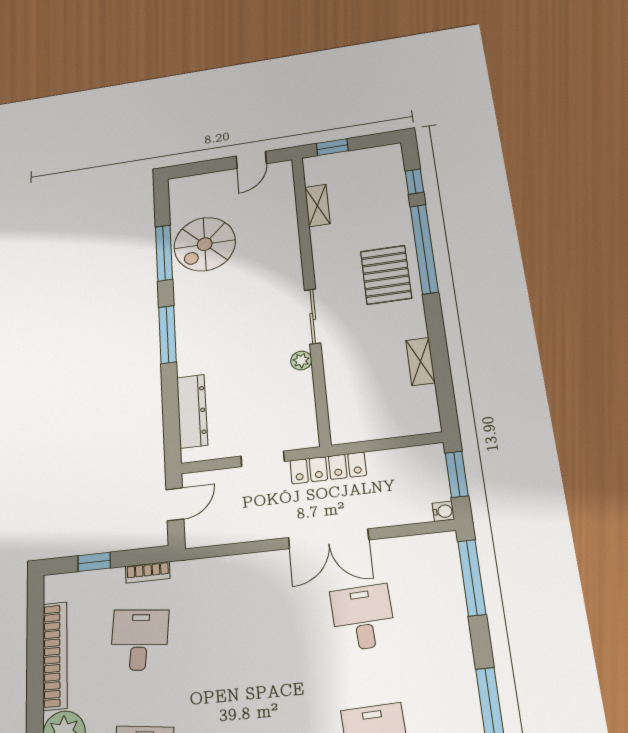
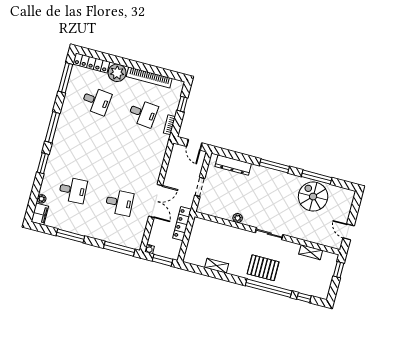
sliding door: (313, 316) -> (269, 234), moved
locker: (328, 468) -> (182, 224), moved
double door: (328, 539) -> (156, 201), swing flipped

